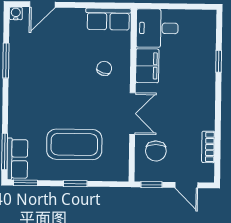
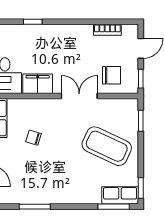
chair: (104, 68) -> (34, 138), moved
coffee table: (74, 144) -> (107, 146), turned -65
window: (75, 184) -> (141, 121), moved

